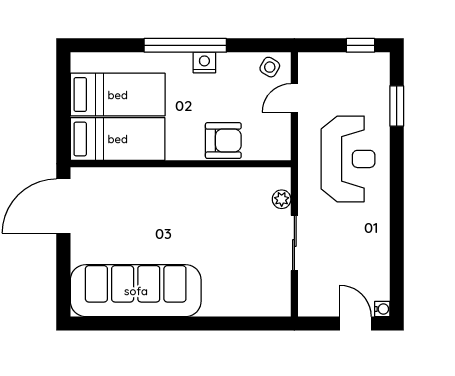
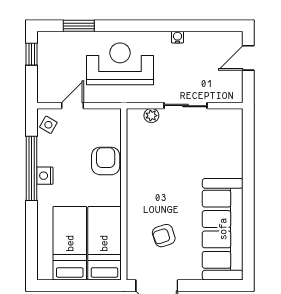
window: (185, 45) -> (31, 168), moved
door: (294, 98) -> (72, 106), swing flipped
armchair: (128, 215) -> (164, 236), added
water cooler: (382, 309) -> (178, 37), moved

